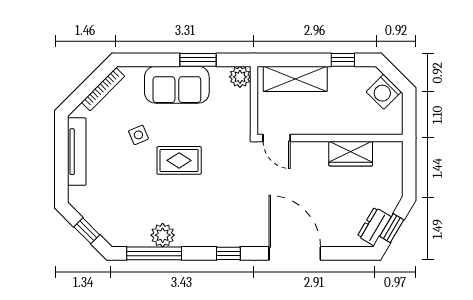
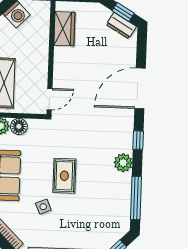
floor lamp: (240, 100) -> (19, 126), added
wardrobe: (351, 154) -> (64, 29), moved
plant: (163, 235) -> (123, 163), moved

